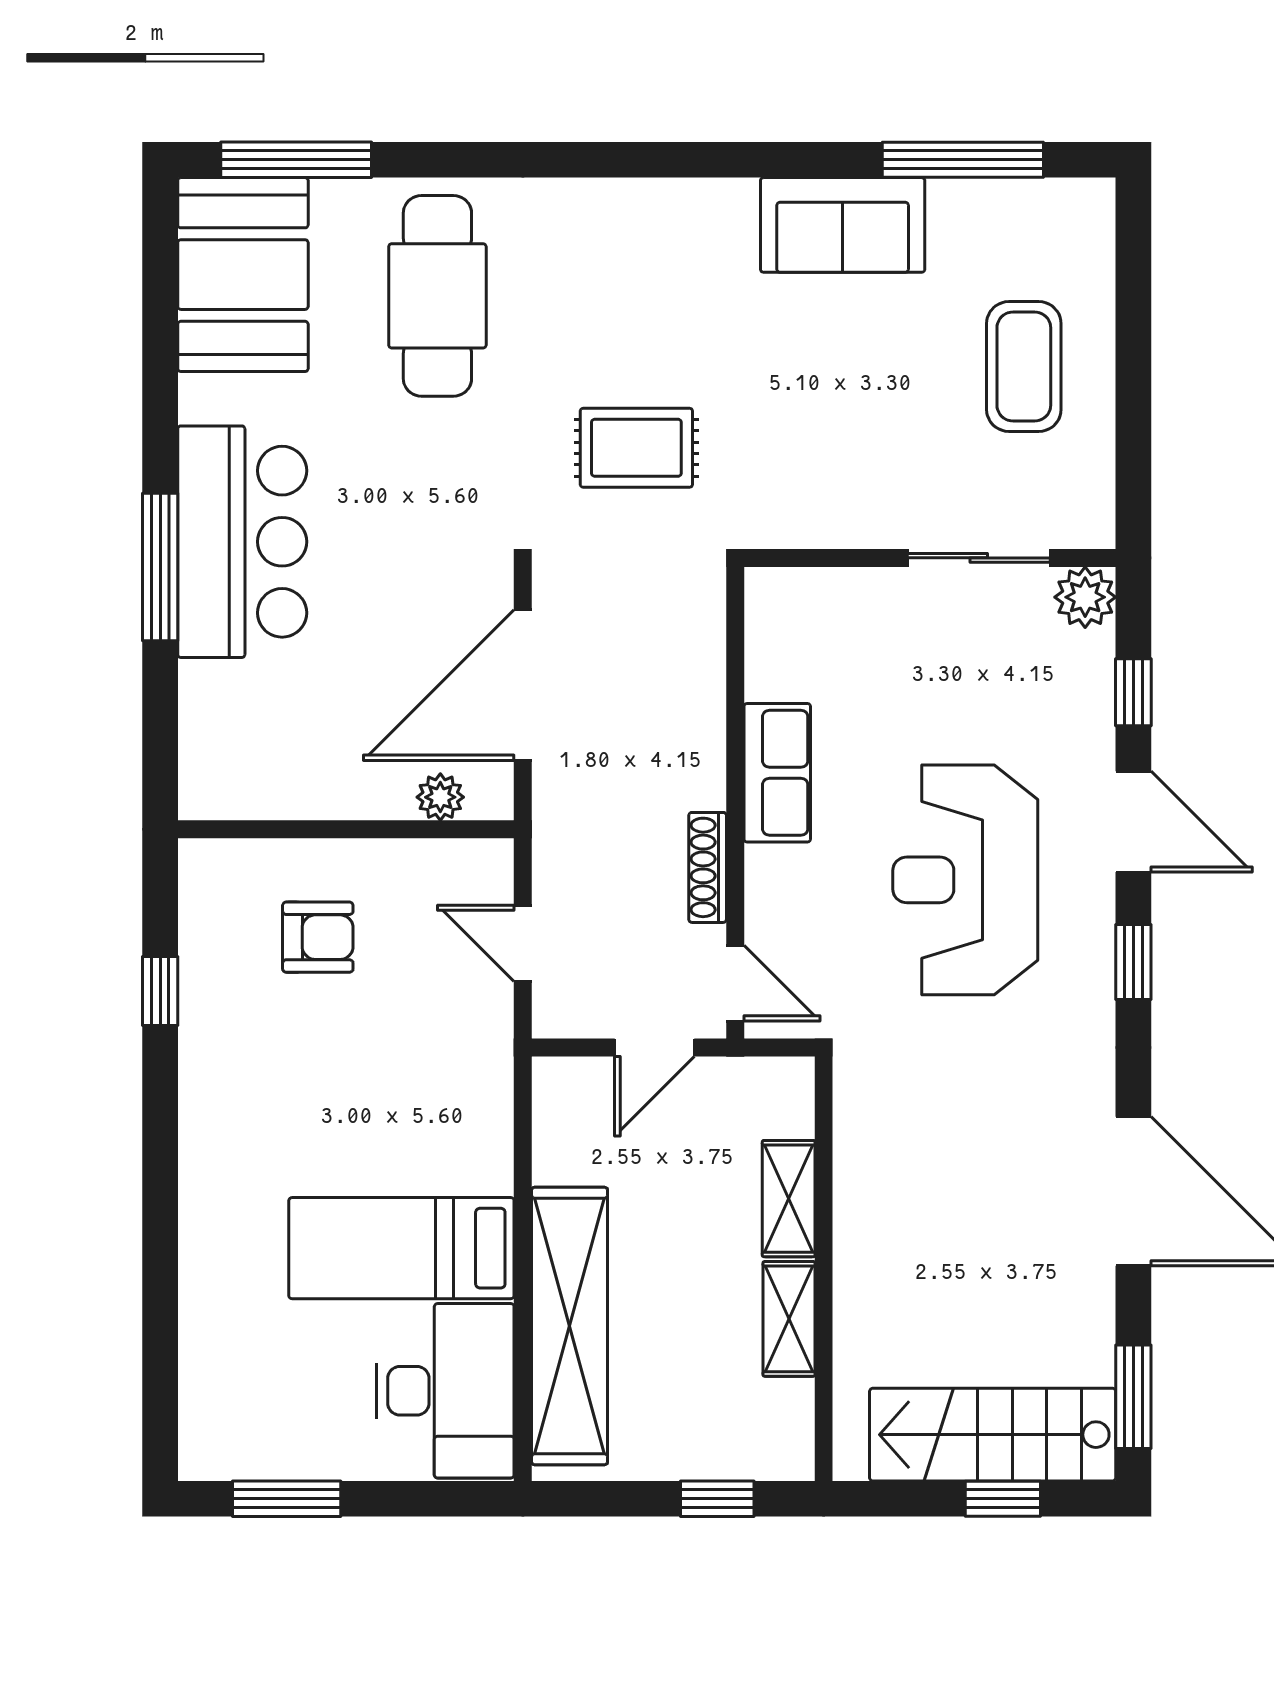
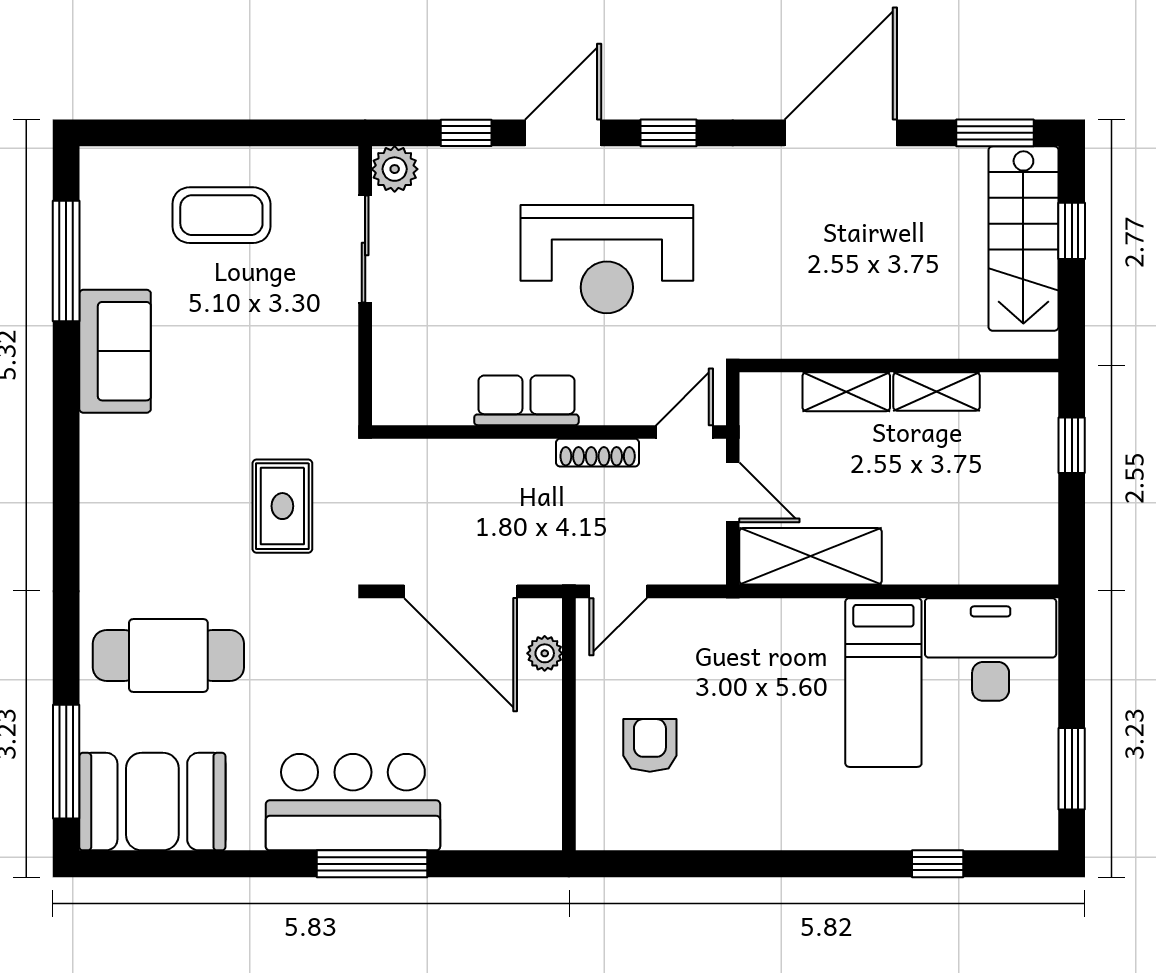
door: (523, 943) -> (618, 591), moved
window: (160, 991) -> (938, 864), moved
shelving: (570, 1326) -> (810, 556), moved, width x0.68

